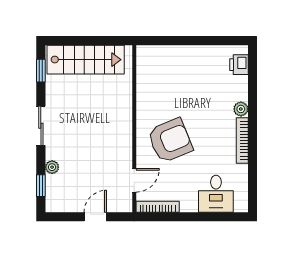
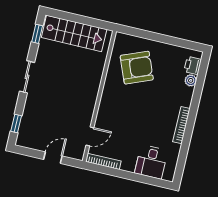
plant: (241, 109) -> (191, 80), moved
armchair: (170, 140) -> (137, 68), moved
plant: (52, 167) -> (28, 111), removed

